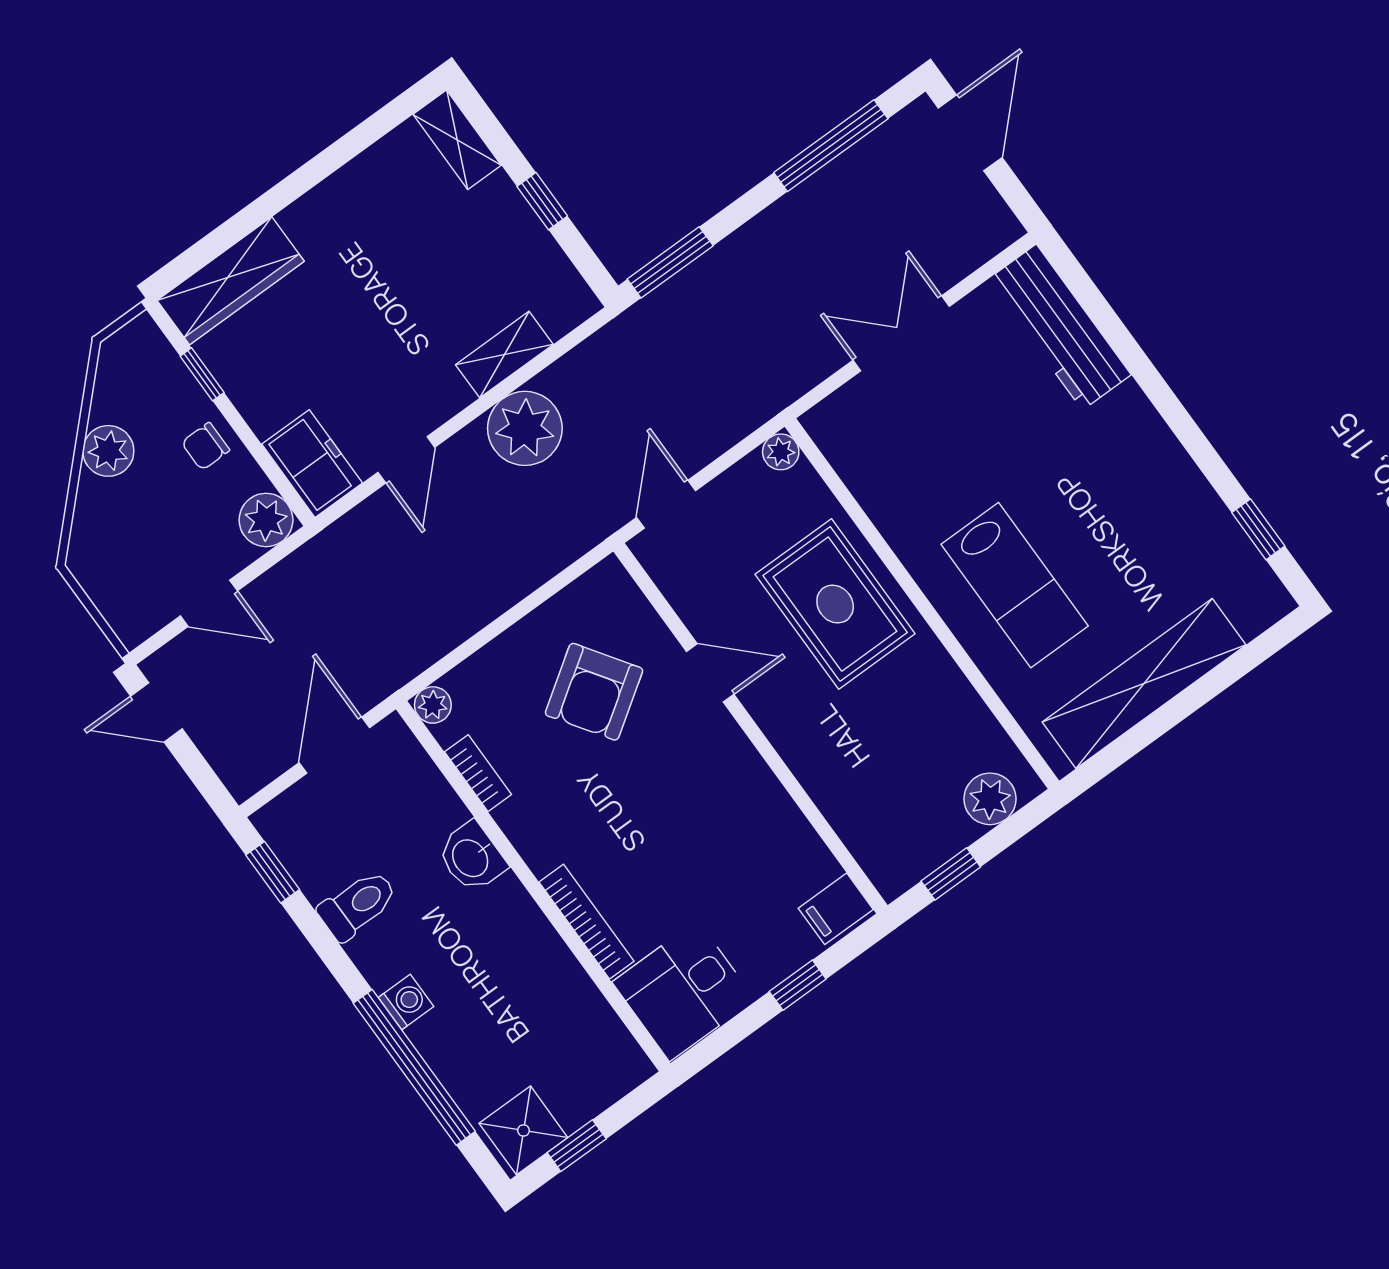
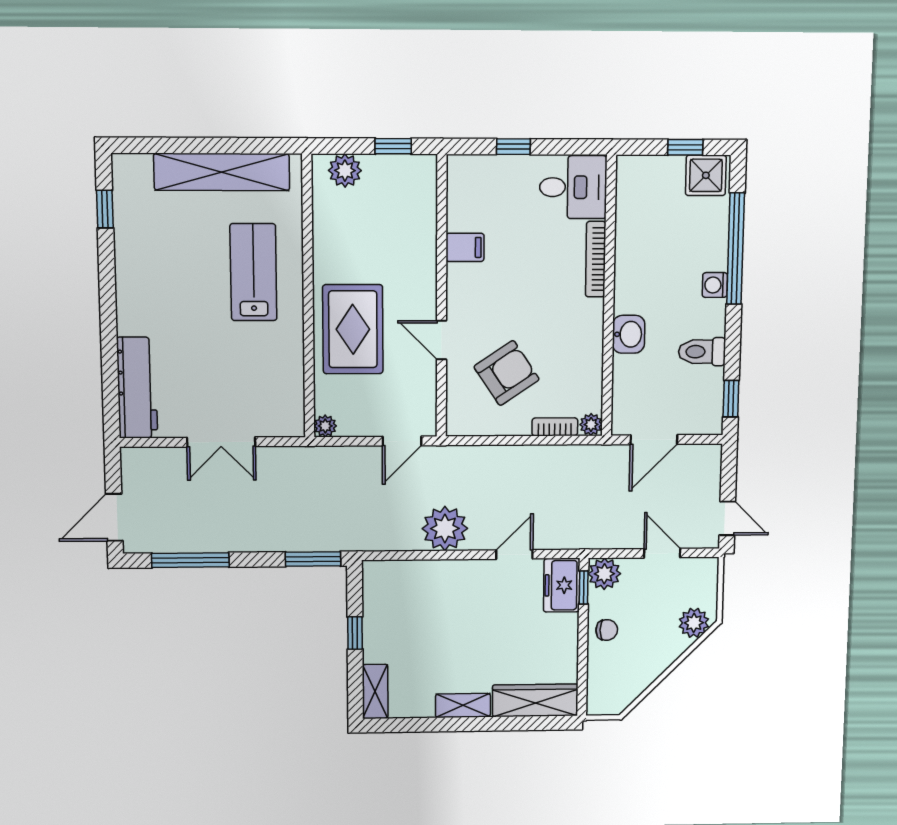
shelving: (504, 355) -> (463, 705), moved
window: (202, 374) -> (584, 588), moved
plant: (108, 451) -> (694, 623), moved
bookcase: (478, 773) -> (555, 427), moved, turned 90
filing cabinet: (836, 909) -> (465, 247), moved

